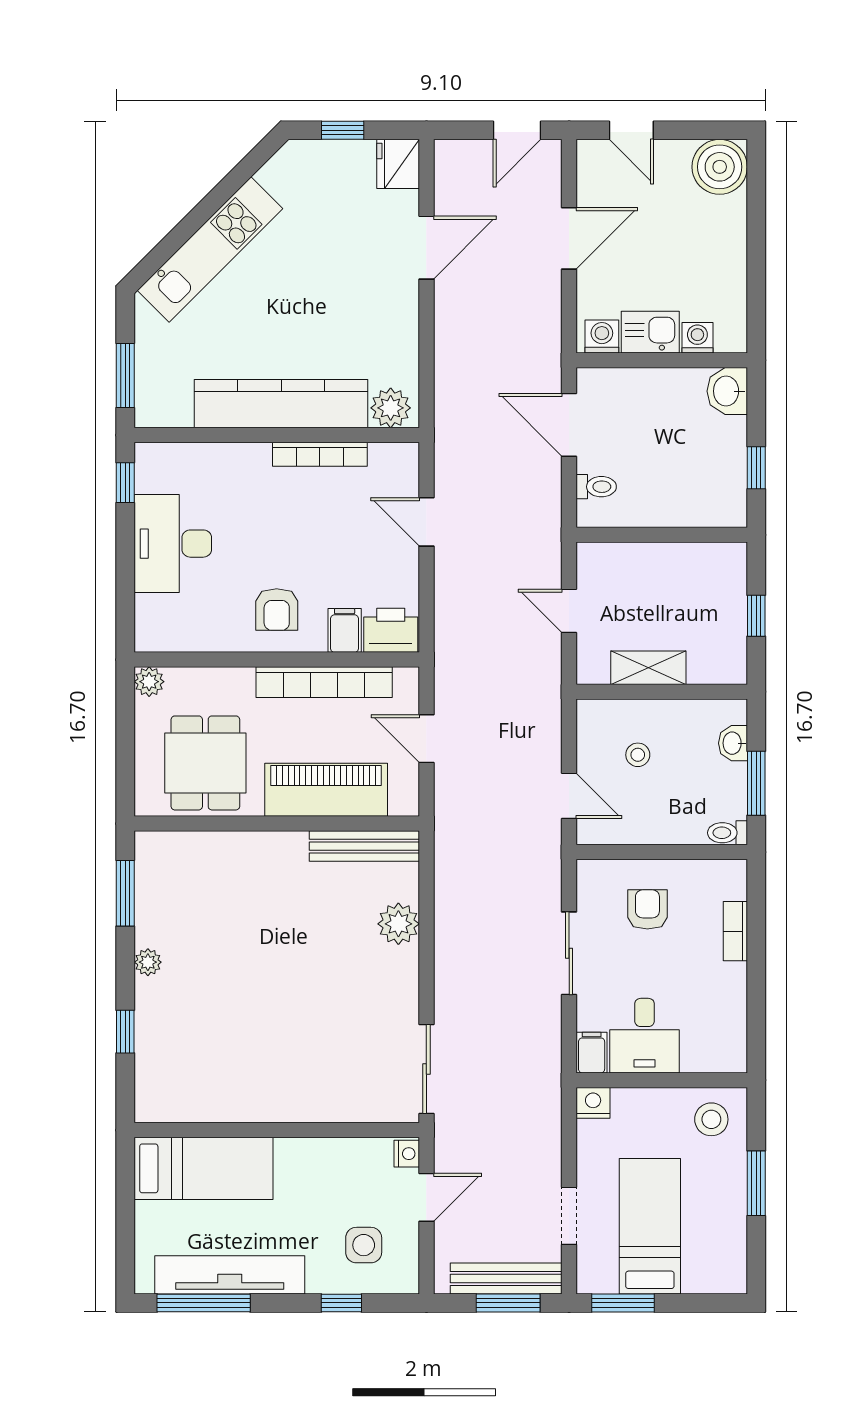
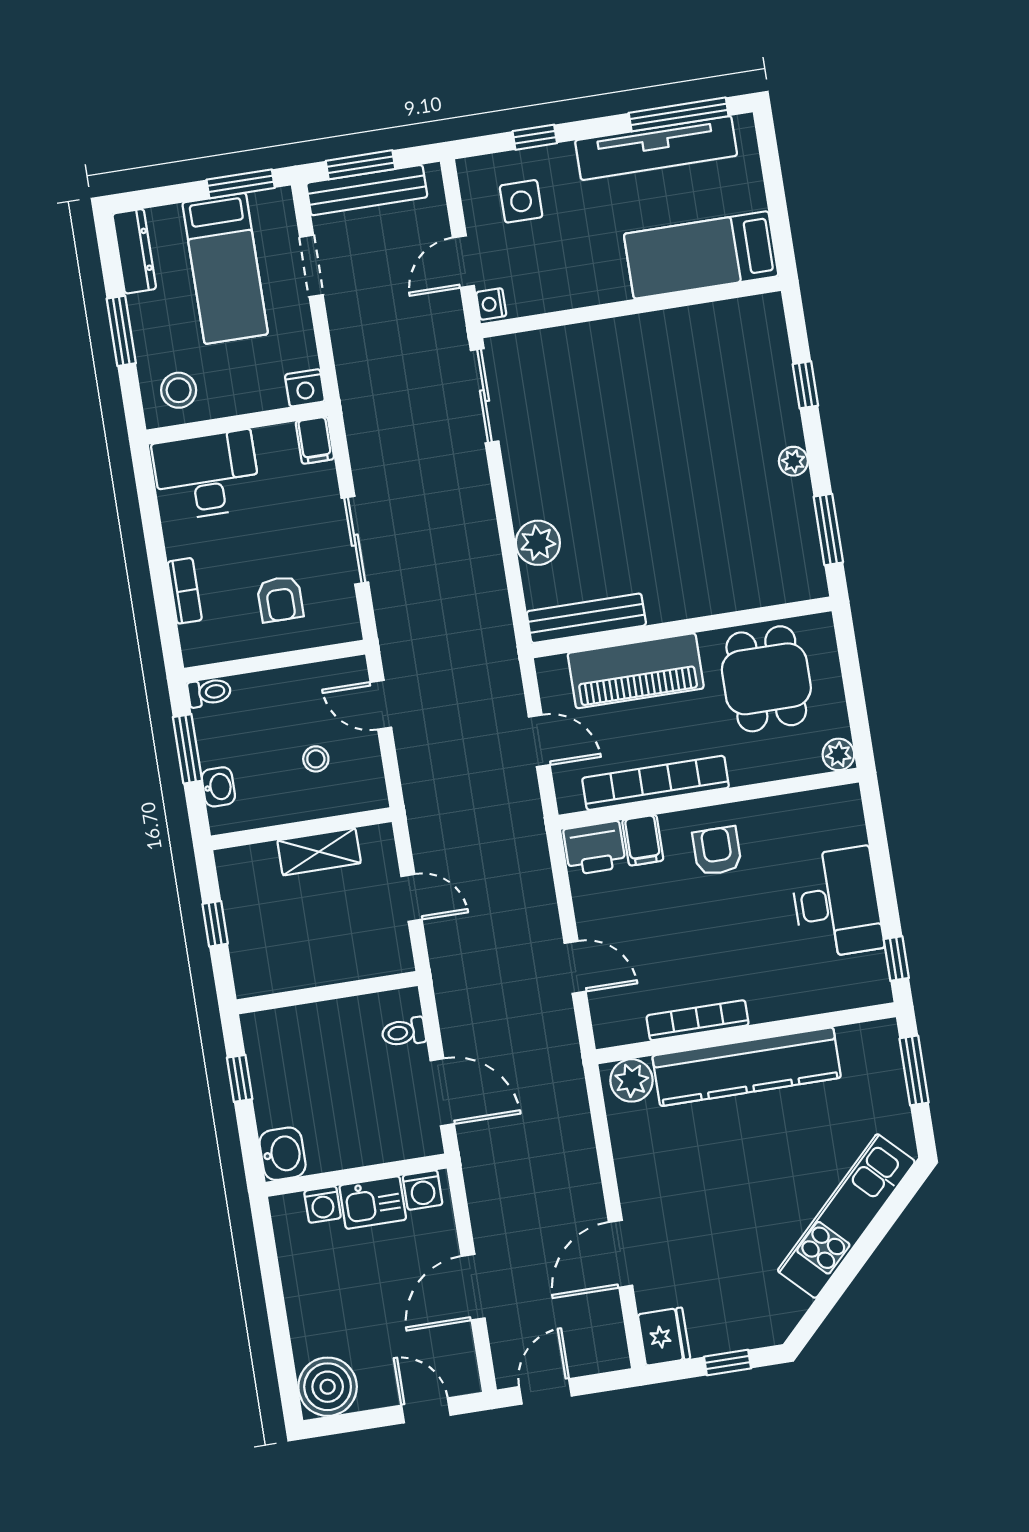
desk: (645, 1036) -> (207, 475), moved, width x1.37
dresser: (732, 1256) -> (134, 251), added

